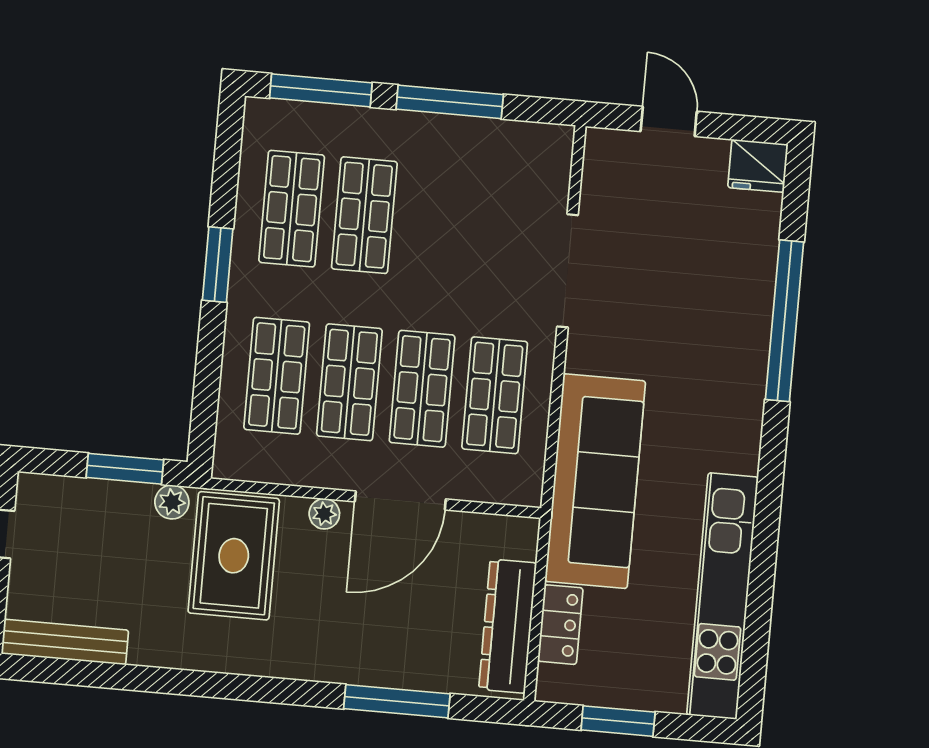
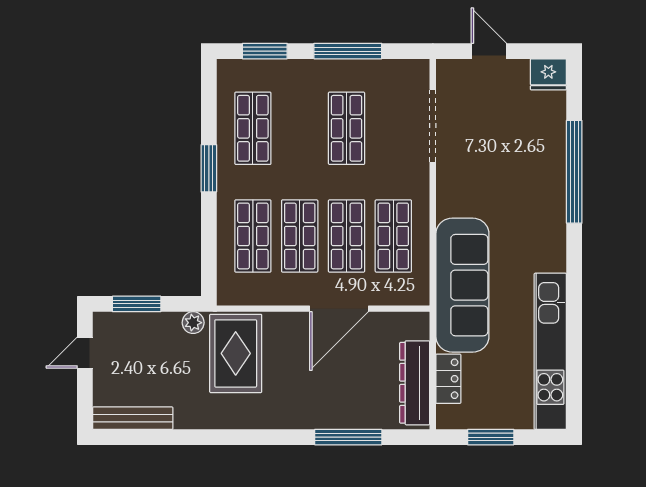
window: (321, 90) -> (265, 51), width x0.69
shop shelf: (364, 215) -> (347, 128), moved
doorway: (568, 271) -> (433, 126), moved
window: (125, 469) -> (137, 304), moved
plant: (324, 514) -> (291, 321), removed

